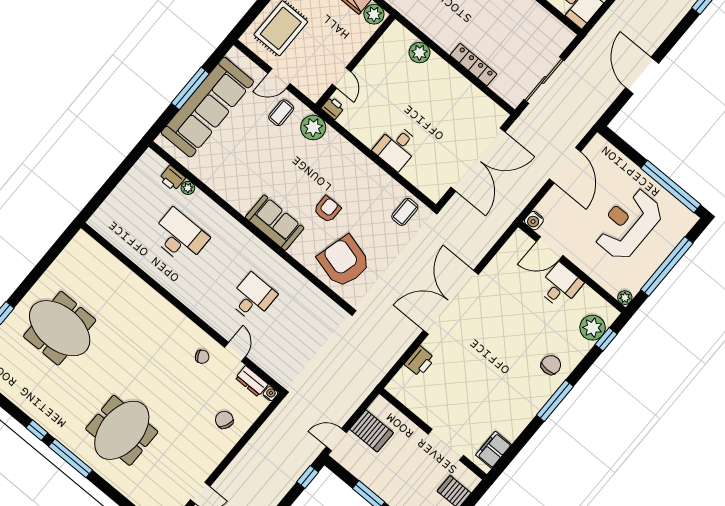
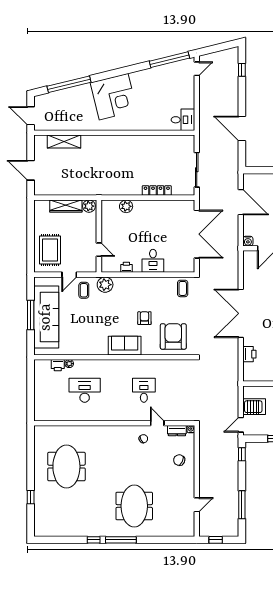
printer: (333, 108) -> (126, 267), moved
armchair: (344, 261) -> (173, 336), turned 75
meeting table: (60, 328) -> (66, 467), moved, turned 90

